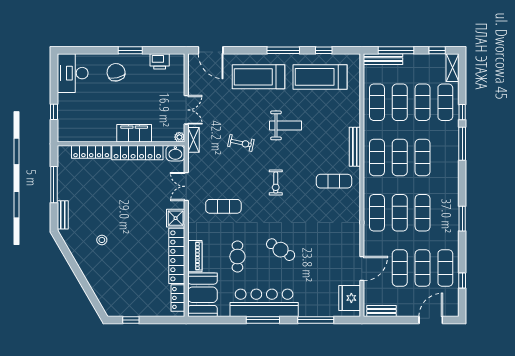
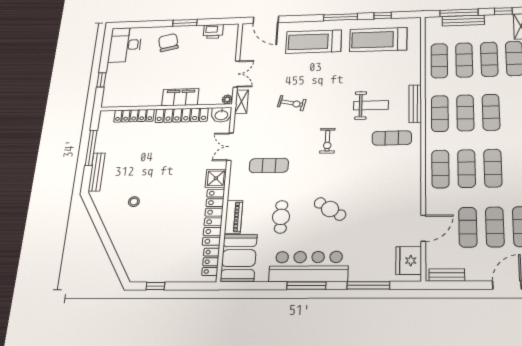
bench: (383, 59) -> (463, 20), moved
weight bench: (285, 125) -> (371, 105), moved
bench: (63, 215) -> (97, 172), width x1.36

